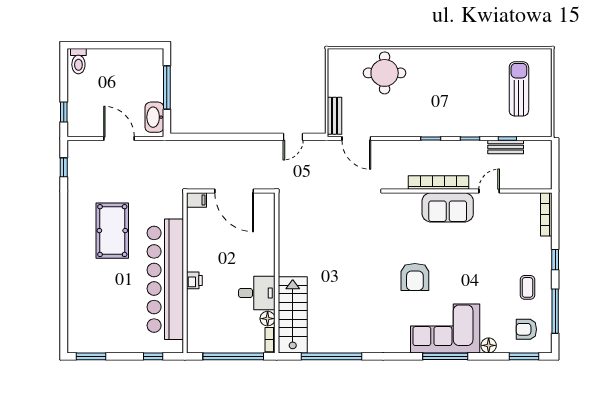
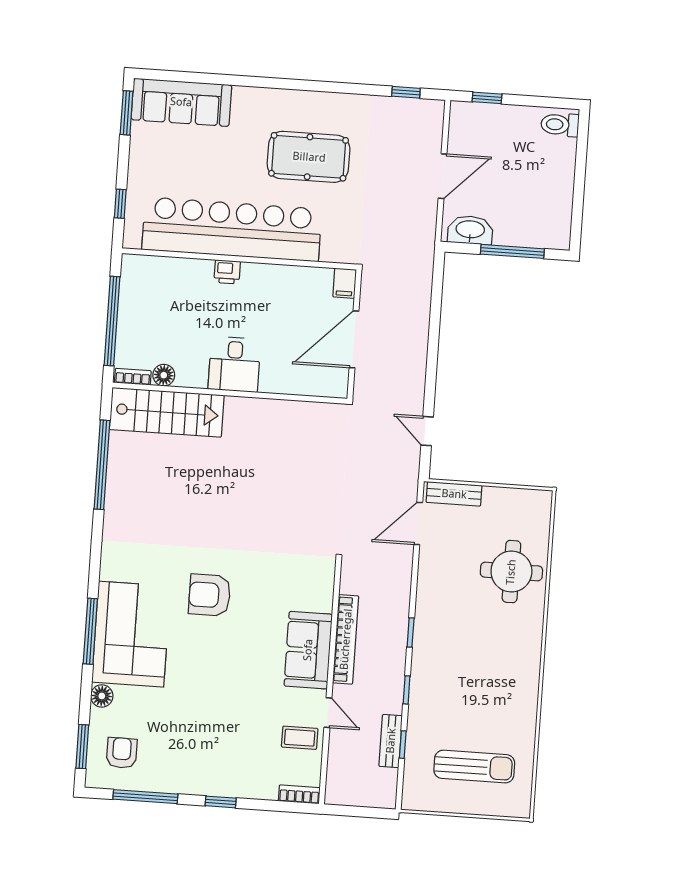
bookcase: (546, 214) -> (299, 794), width x0.64
coffee table: (527, 287) -> (300, 738), moved
desk: (257, 293) -> (234, 364), moved
sofa: (81, 320) -> (181, 102), added

